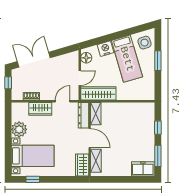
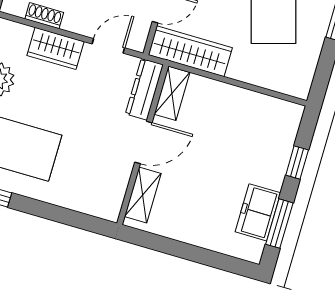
door: (90, 138) -> (143, 142), hinge flipped
wardrobe: (82, 165) -> (110, 195), removed
freezer: (143, 169) -> (258, 212), moved, turned -90

